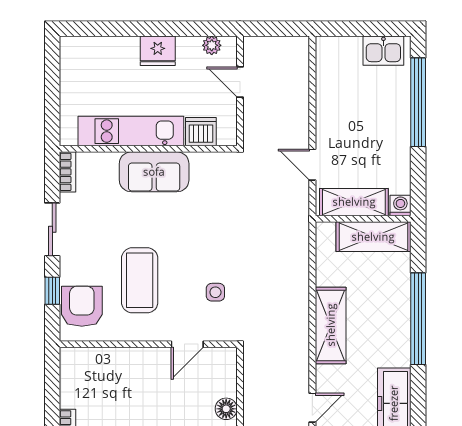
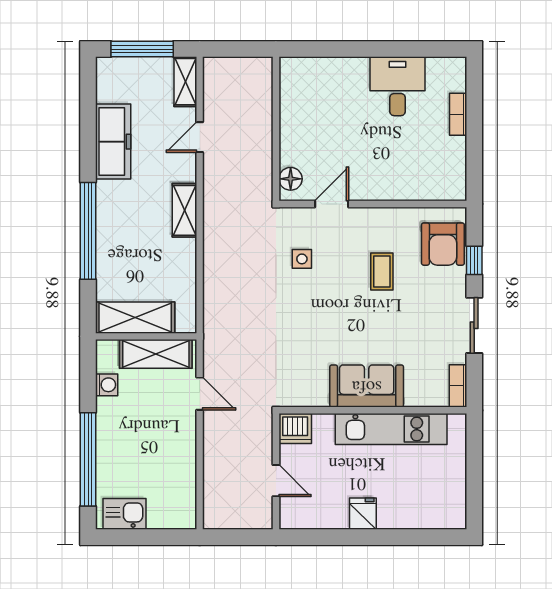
plant: (212, 45) -> (306, 519), removed
fridge: (158, 51) -> (363, 514), width x0.72
dishwasher: (201, 132) -> (295, 428), moved
washing machine: (400, 206) -> (107, 385), moved, turned -90
coffee table: (140, 280) -> (382, 271), width x0.54, depth x0.58
shelving: (331, 325) -> (184, 210), width x0.67, depth x0.75
floor lamp: (226, 409) -> (291, 179), moved

